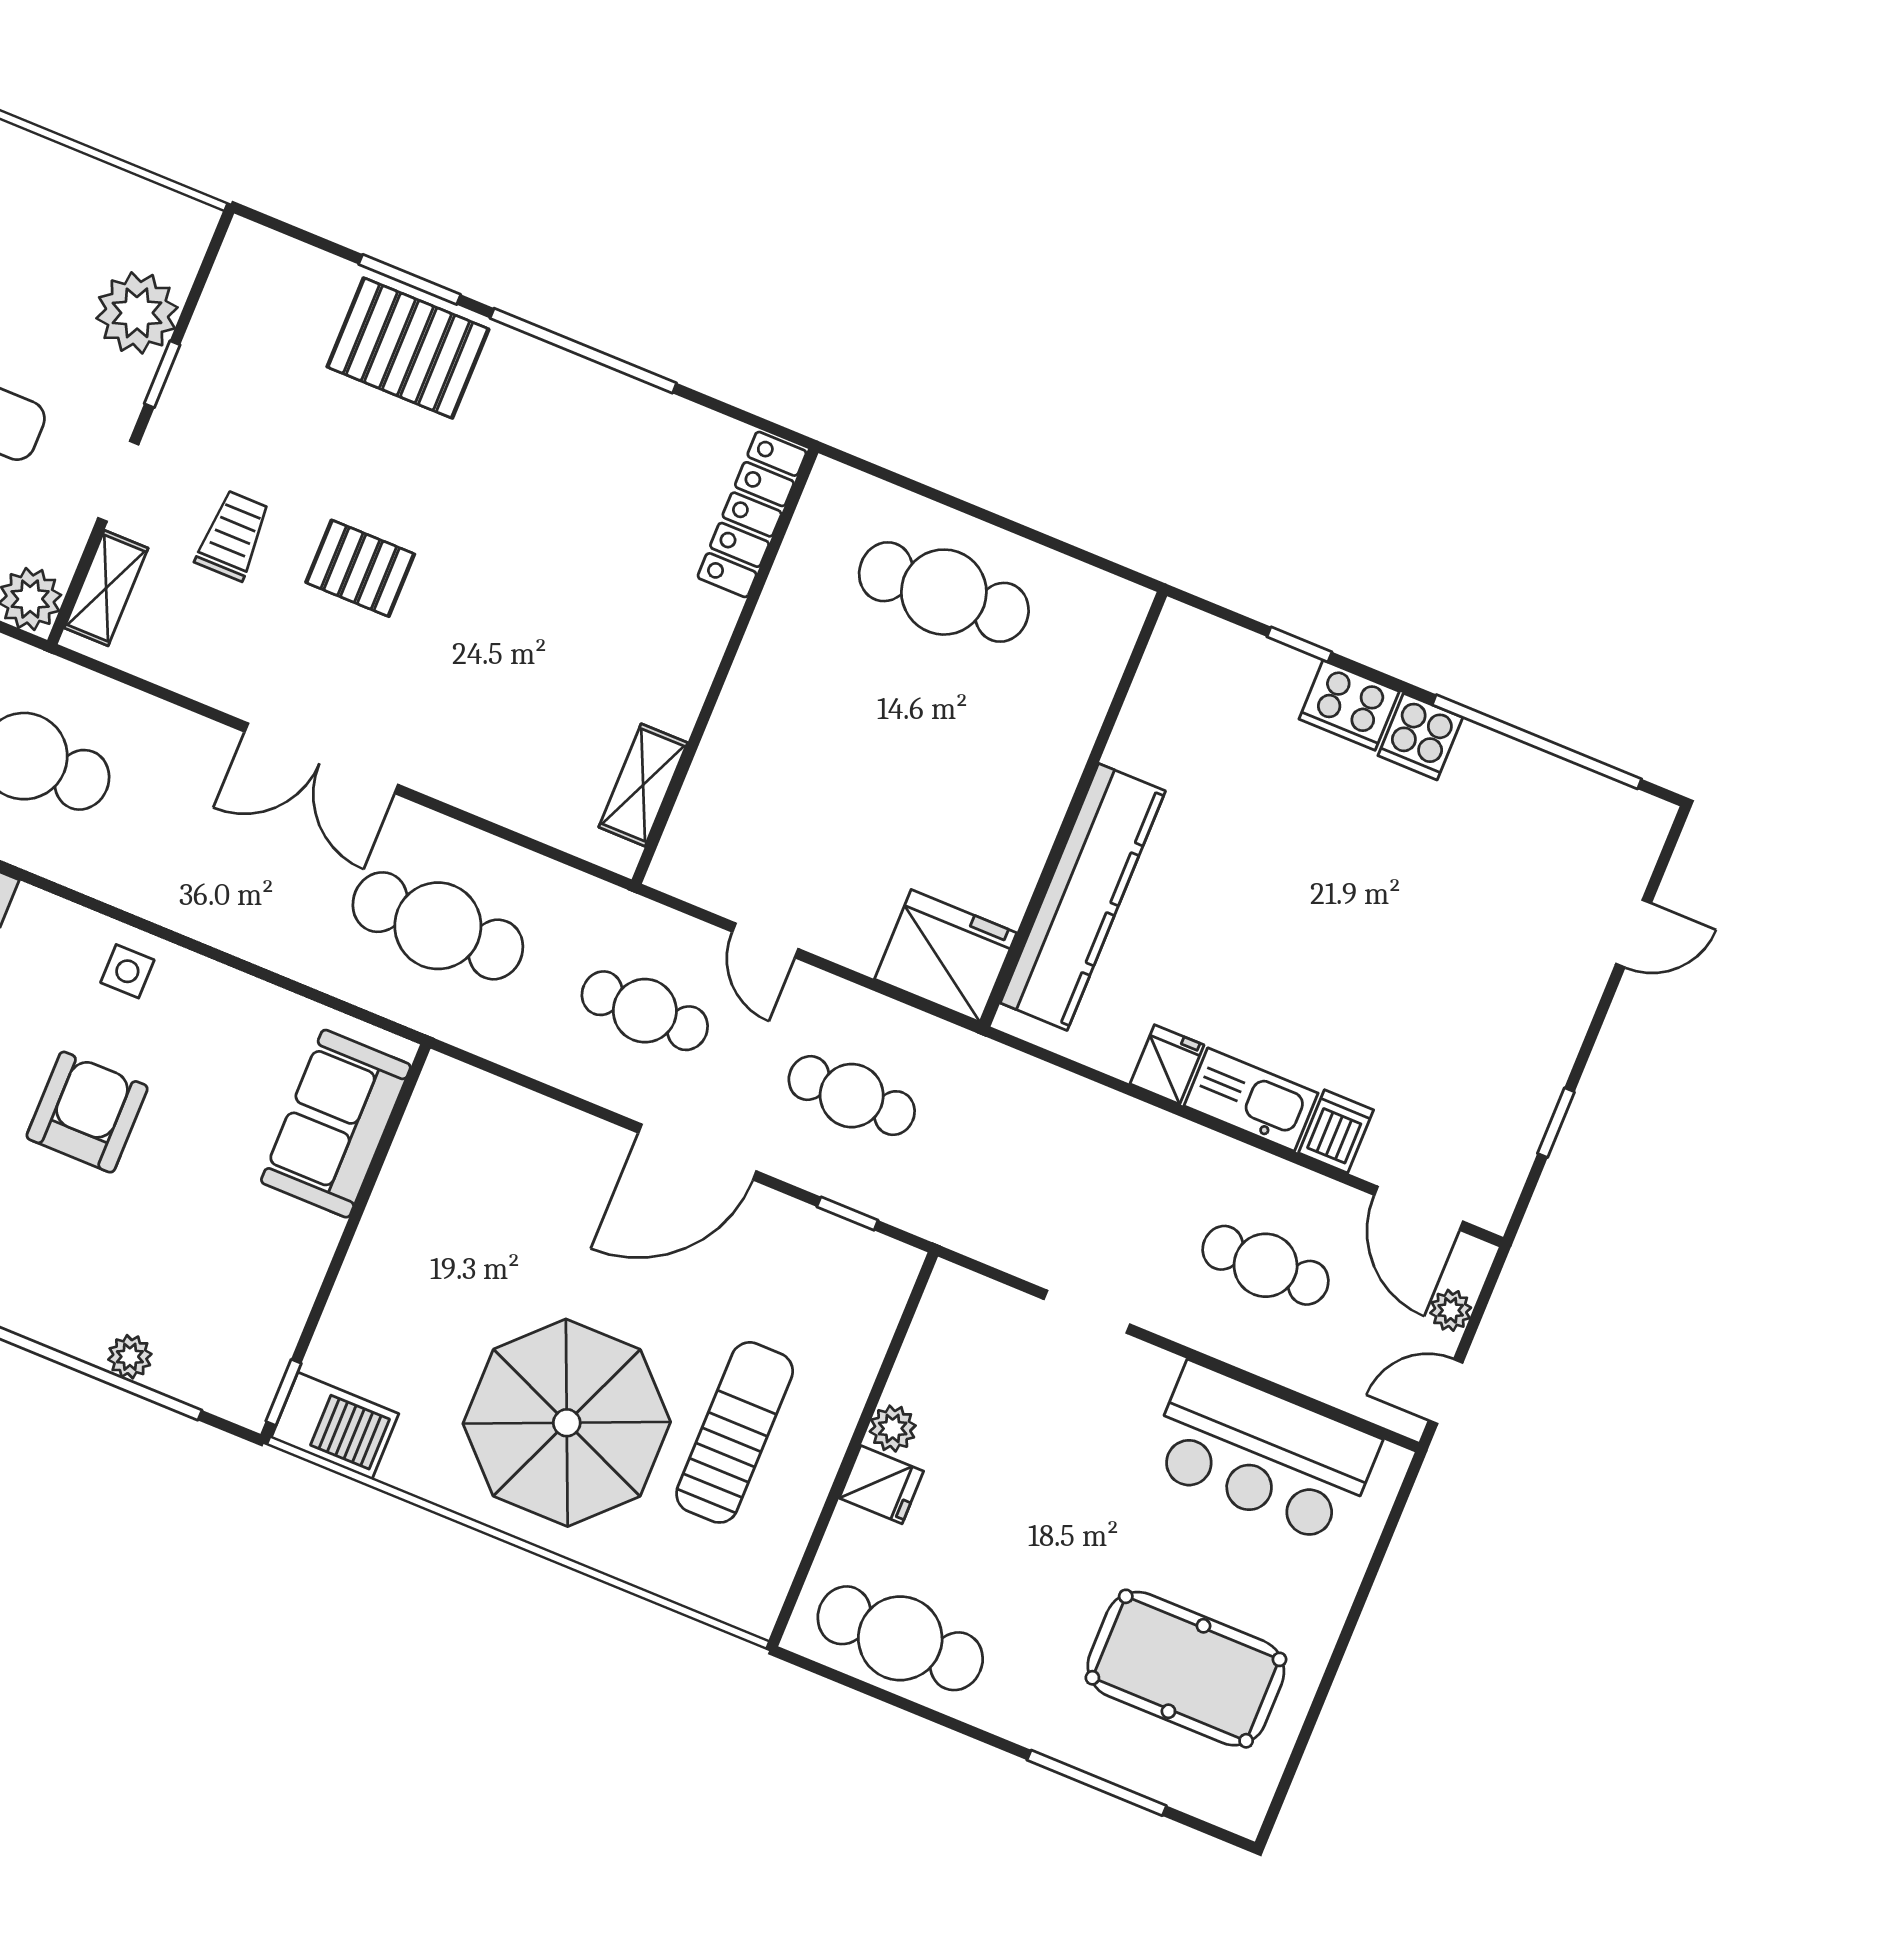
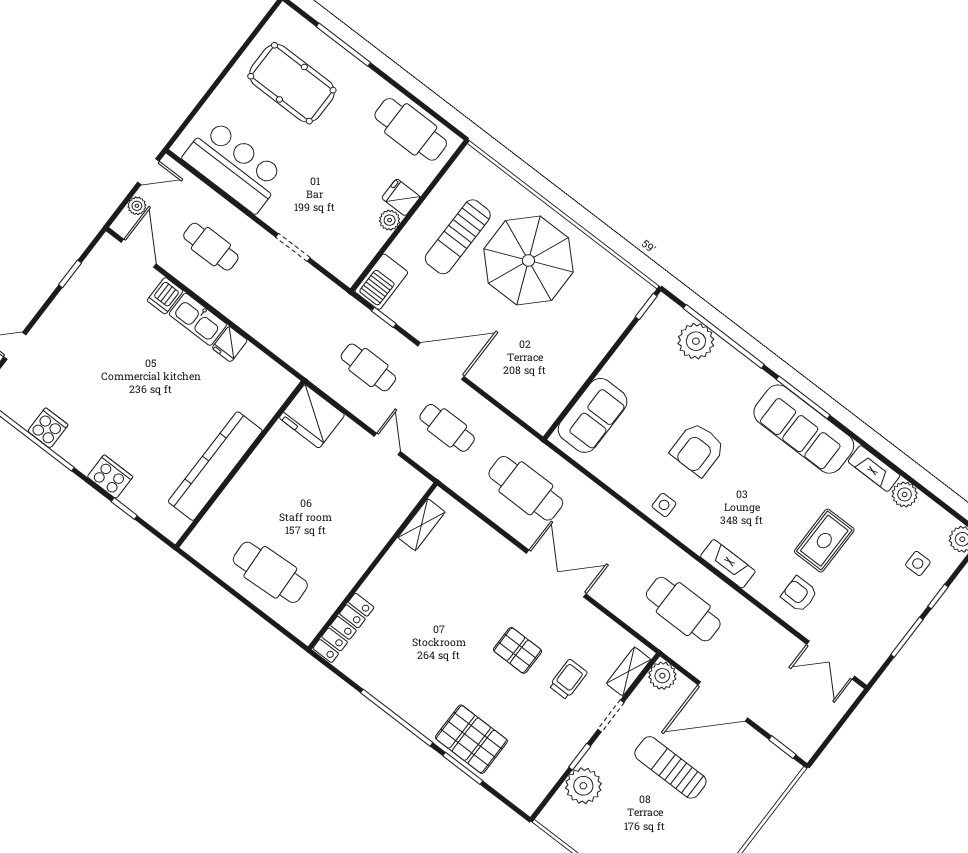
trolley: (233, 536) -> (568, 679), turned 180
cooker: (1420, 737) -> (48, 428), moved
kitchen counter: (1083, 897) -> (215, 466), moved
plant: (130, 1357) -> (696, 341), width x1.88, depth x1.88
barbecue: (335, 1426) -> (381, 282), moved, turned -90

